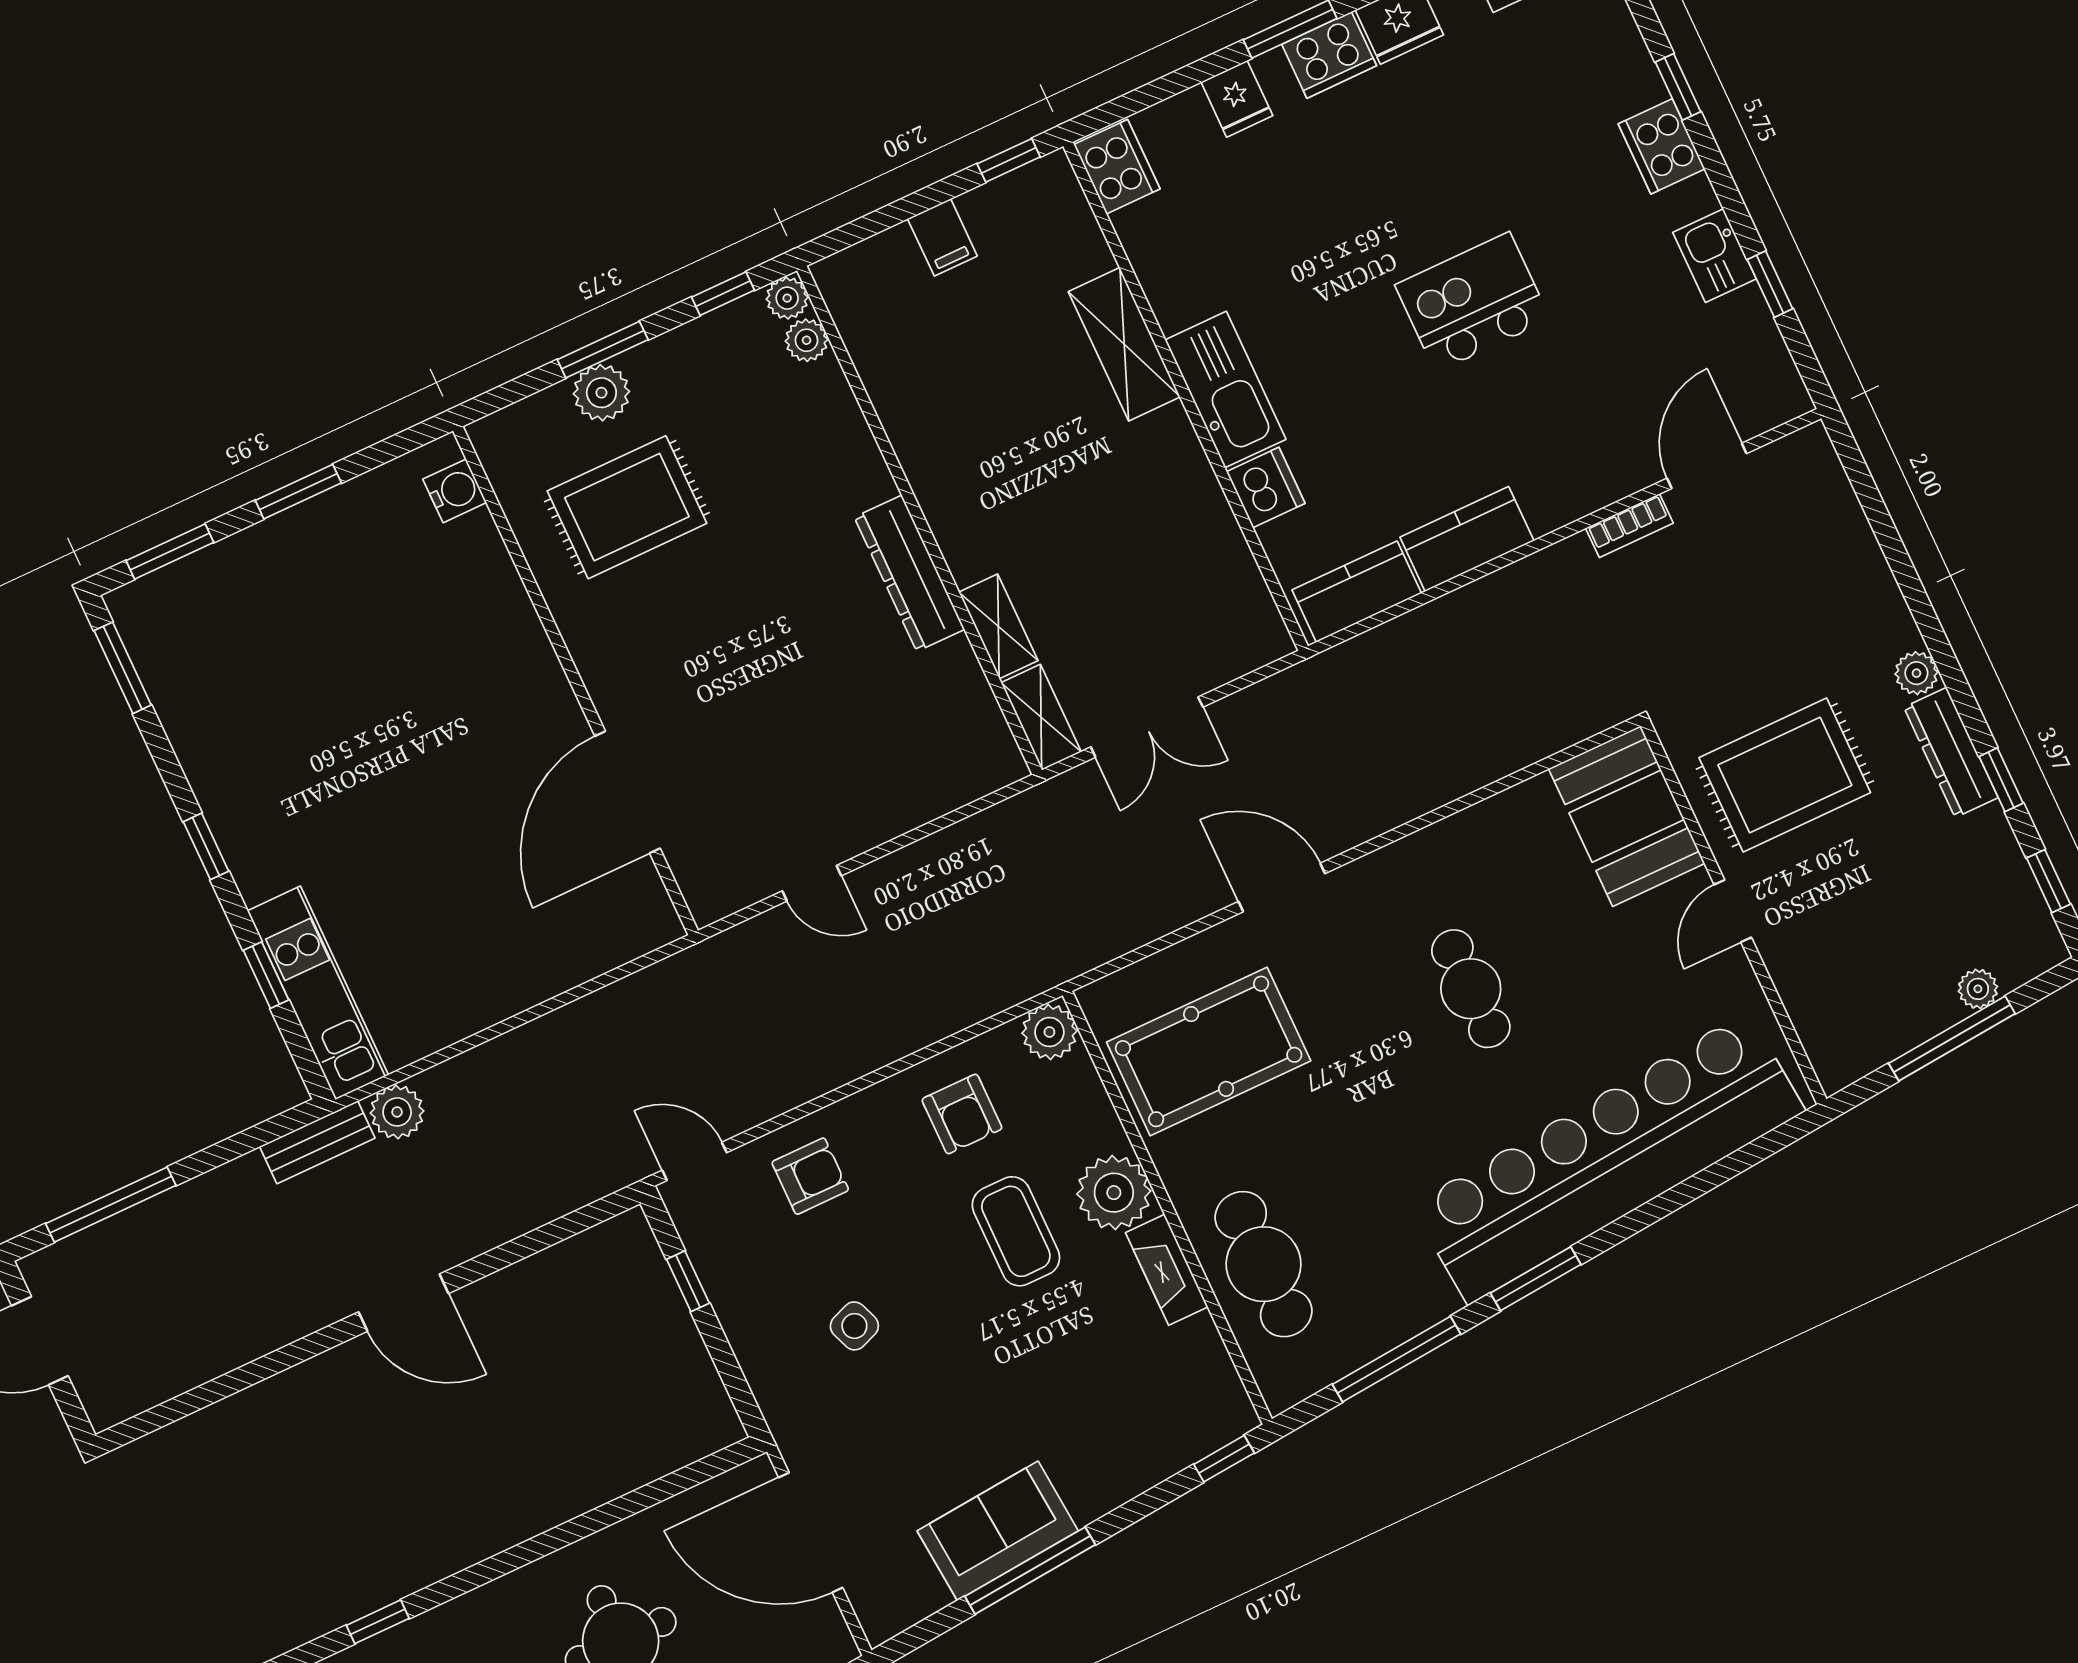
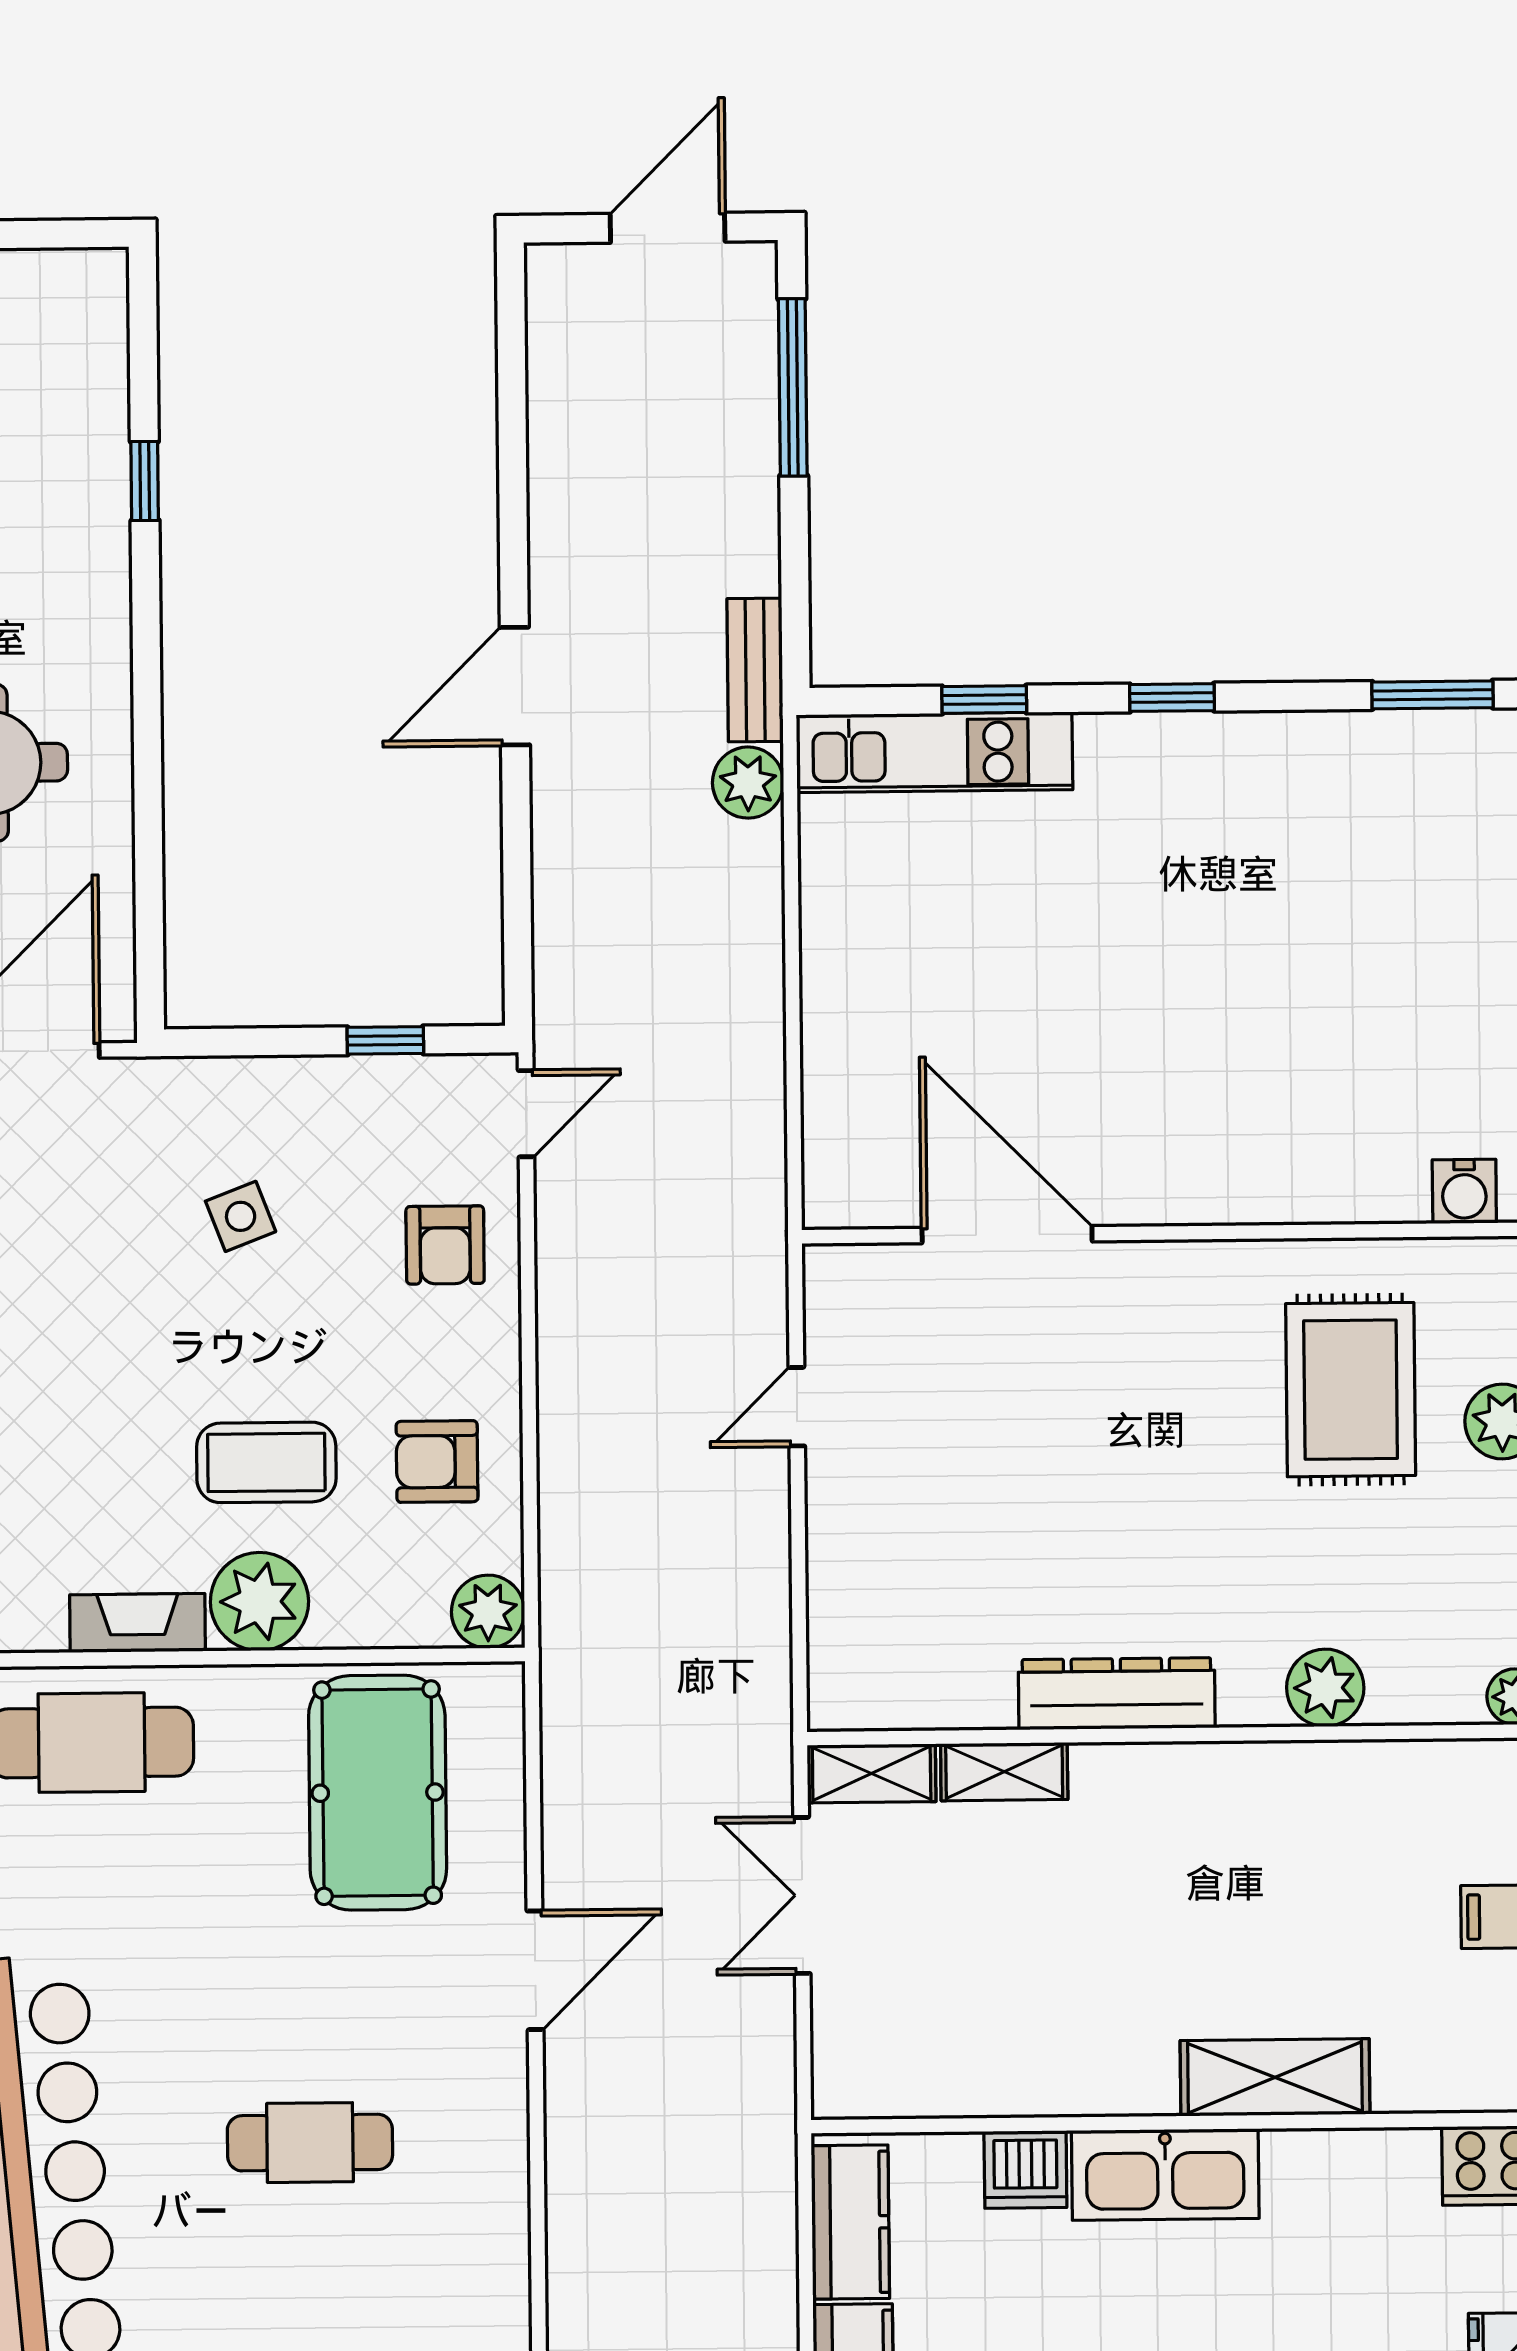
plant: (806, 340) -> (1325, 1688), moved, width x1.38, depth x1.38

